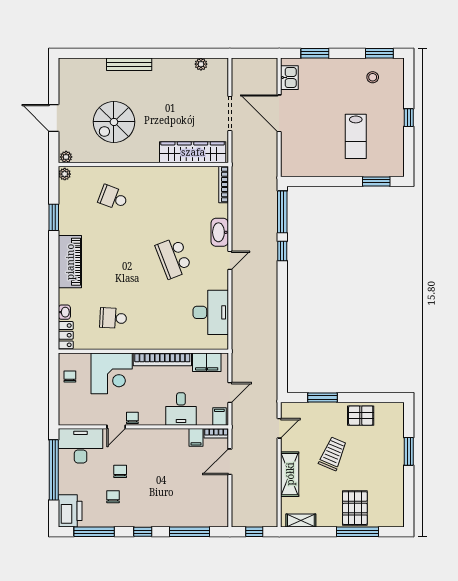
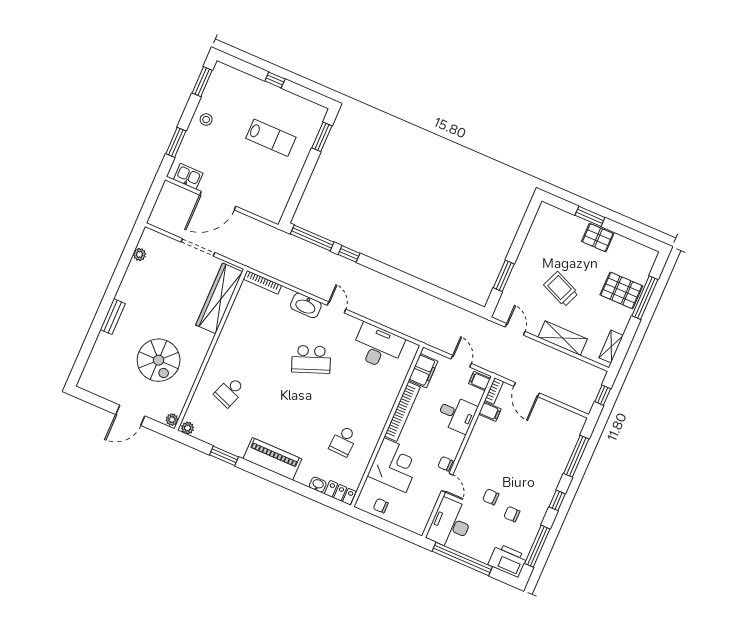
bench: (129, 64) -> (113, 317), width x0.73
stool: (373, 77) -> (206, 120), moved
pallet: (361, 416) -> (598, 238), moved, turned 90

